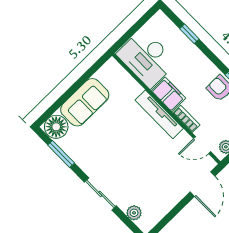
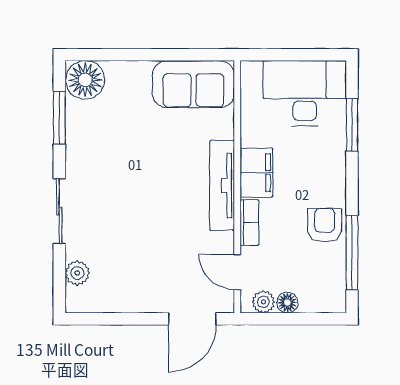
window: (189, 34) -> (352, 125), width x1.50
desk: (147, 58) -> (305, 93), moved, turned 90
sofa: (85, 102) -> (193, 84), moved

